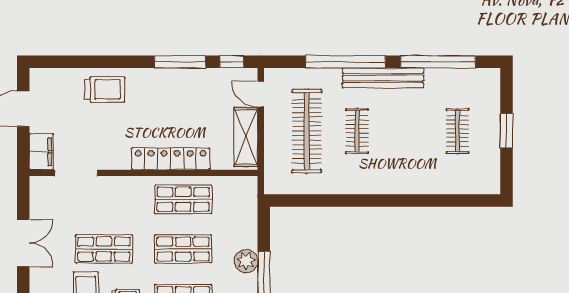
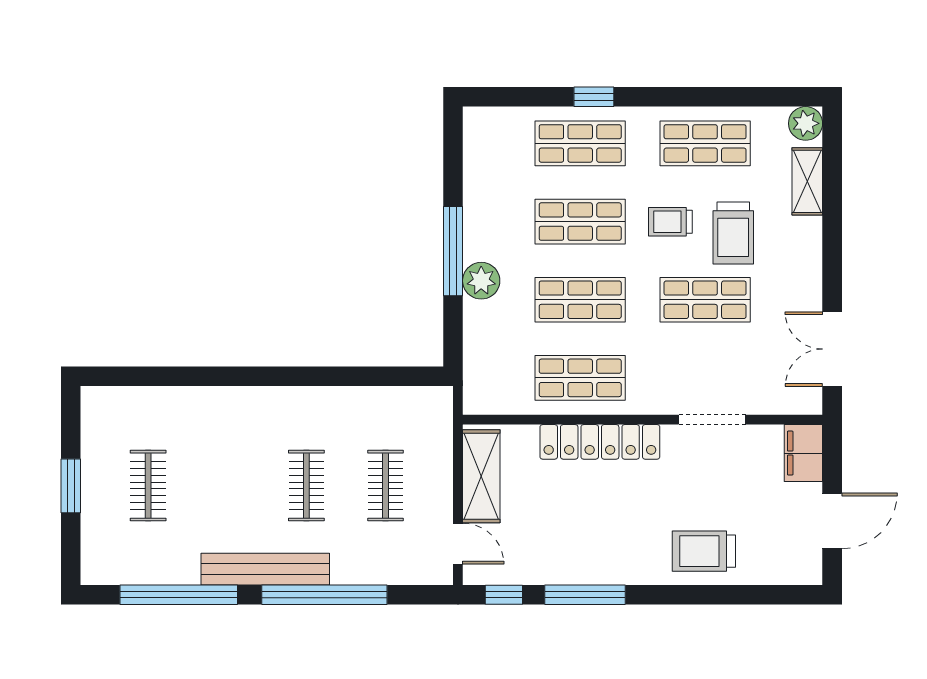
clothes rail: (307, 131) -> (385, 486), width x0.54, depth x0.76
doorway: (76, 173) -> (712, 420), moved
double door: (23, 243) -> (832, 349), moved

